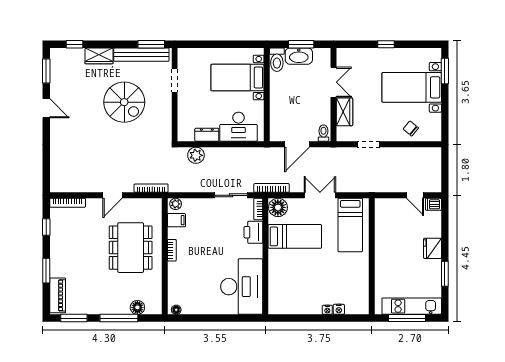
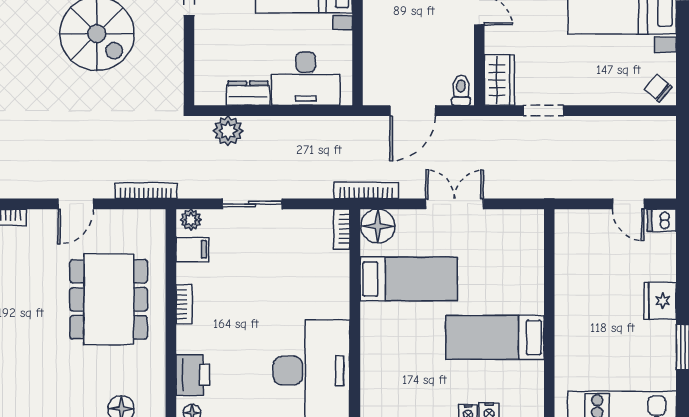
wardrobe: (344, 112) -> (499, 80), moved
chair: (411, 128) -> (658, 88), moved
sliding door: (231, 195) -> (252, 204), moved
bed: (350, 225) -> (495, 337), moved, turned 90
printer: (253, 232) -> (193, 375), moved, turned 180

